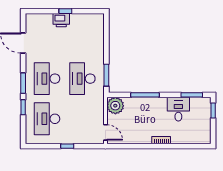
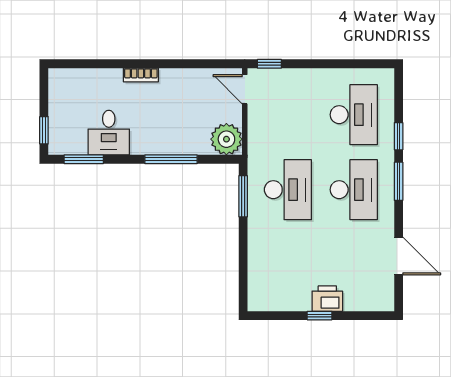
window: (67, 146) -> (269, 64), moved

